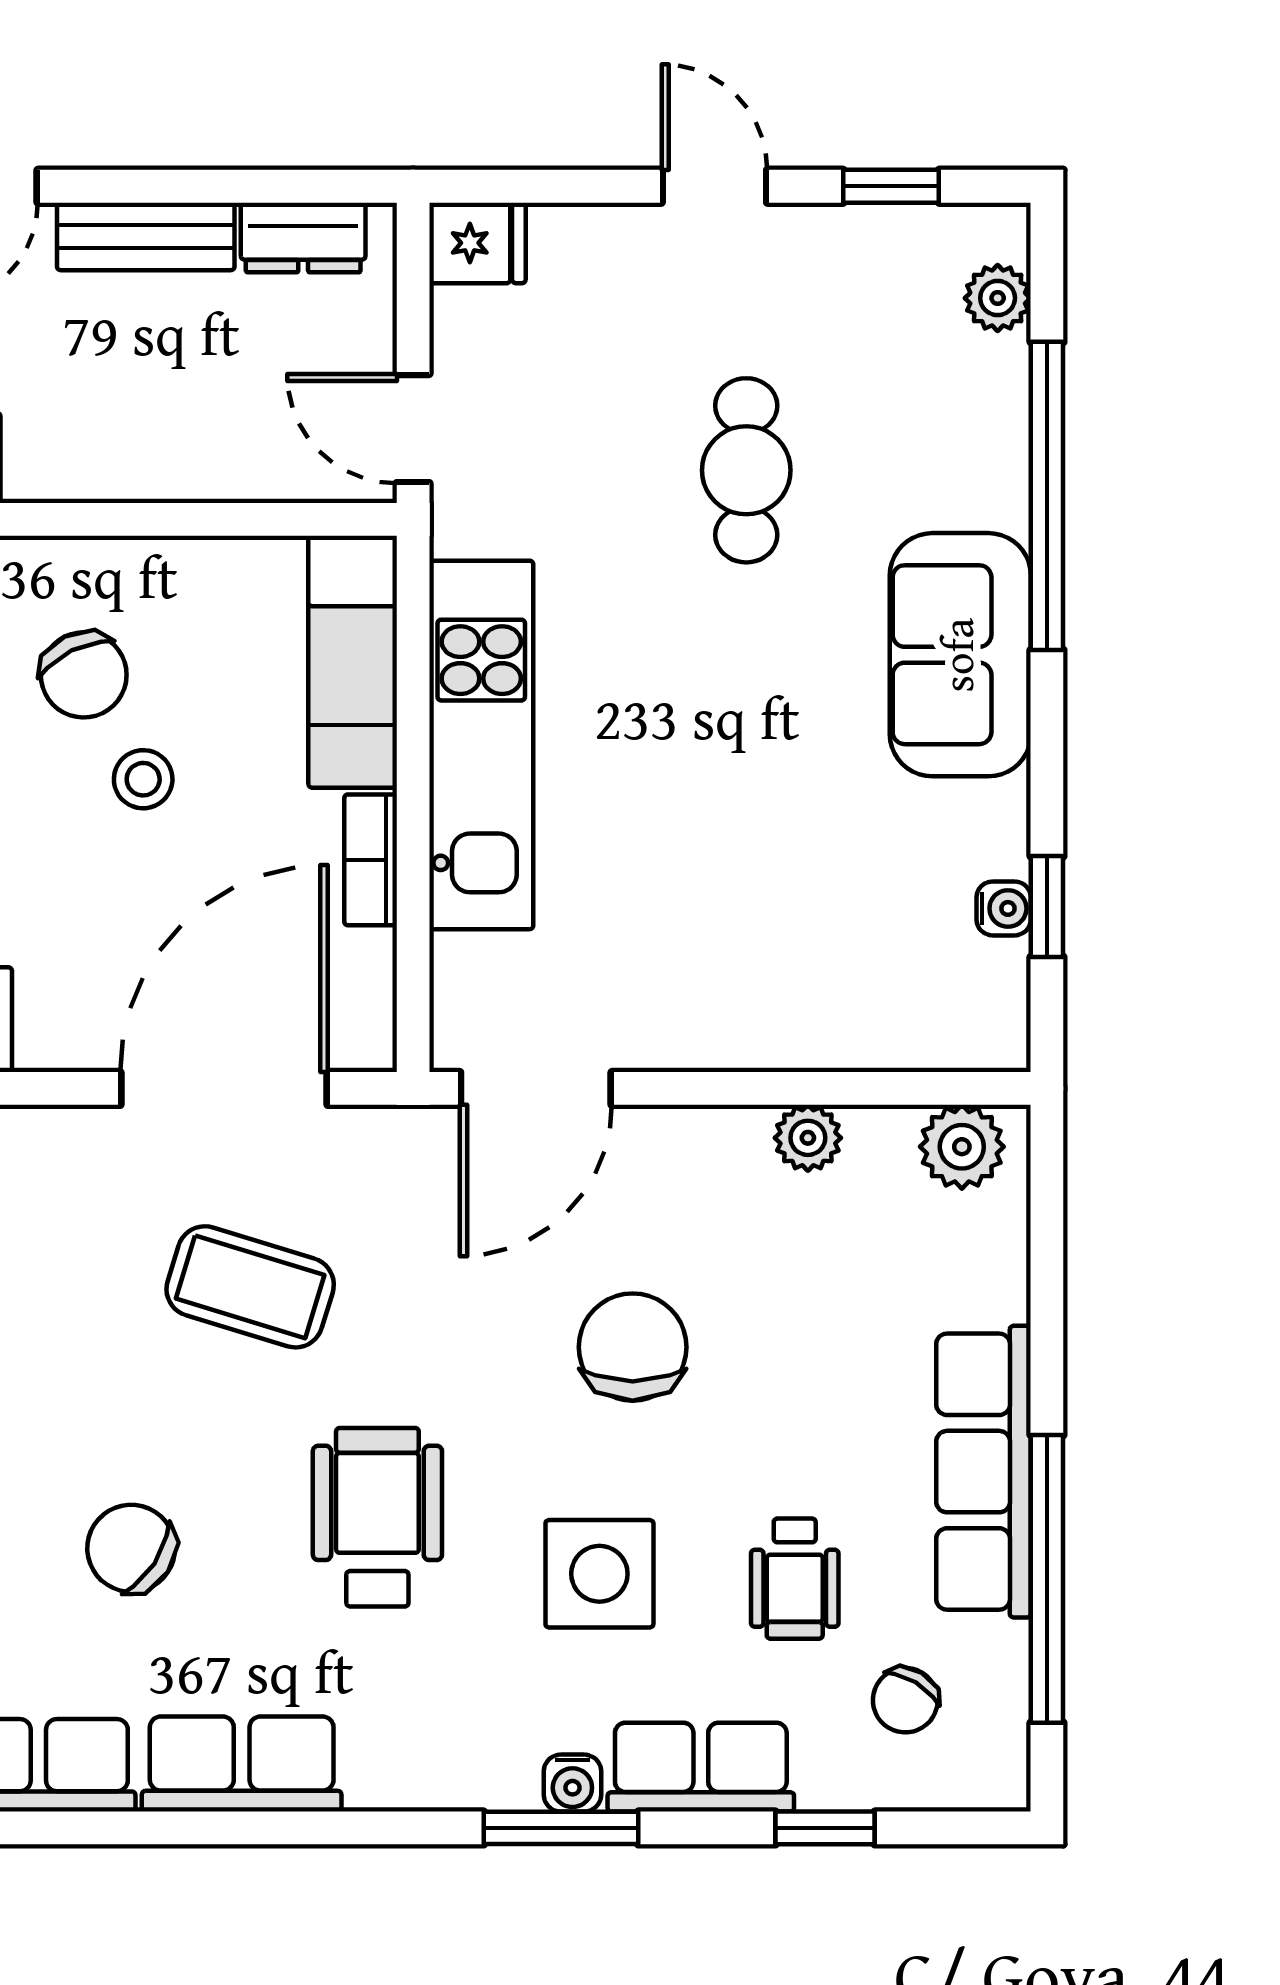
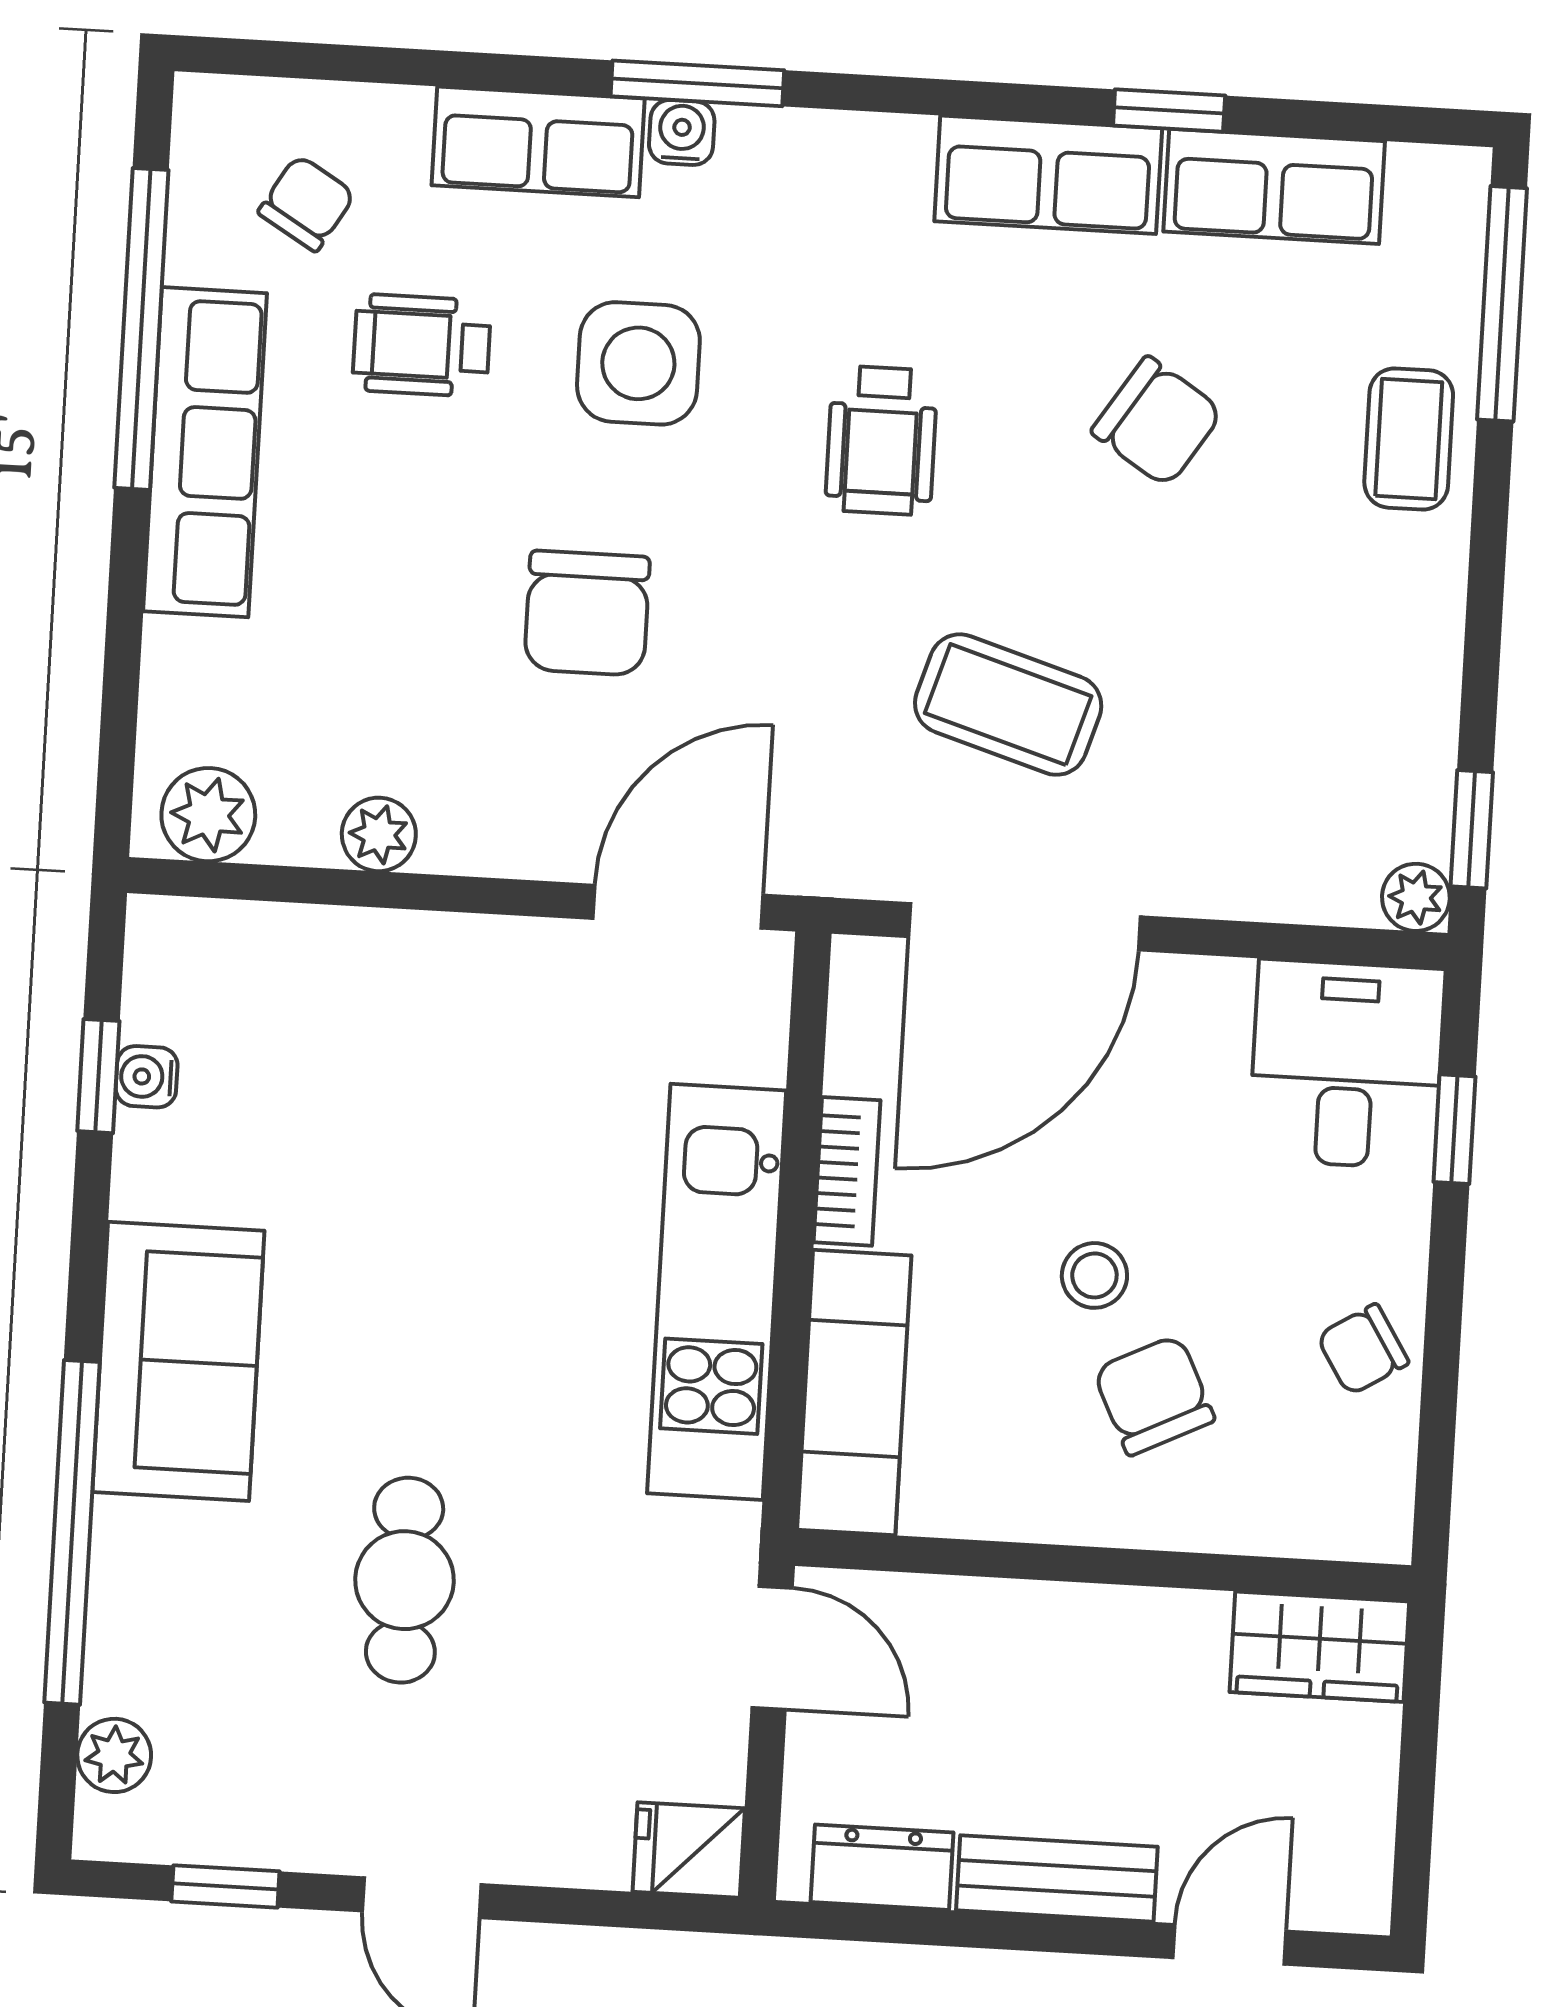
wheelchair: (377, 1517) -> (881, 440), width x0.73, depth x0.73
wheelchair: (795, 1579) -> (422, 345), turned -90
window: (825, 1828) -> (1169, 110), moved

